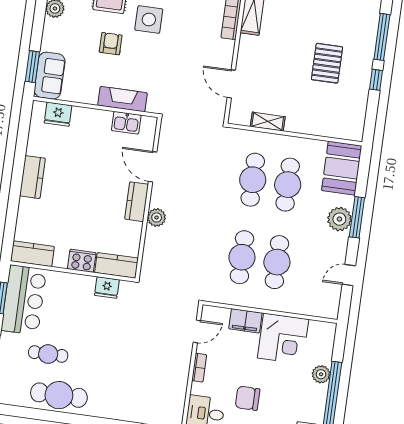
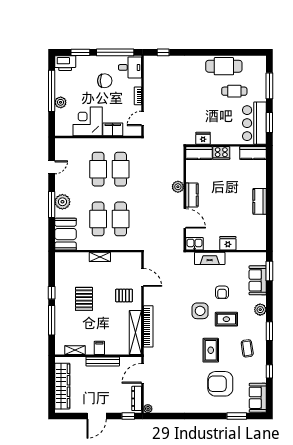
pallet: (264, 60) -> (124, 295), added
sofa: (50, 76) -> (258, 280), moved
fridge: (58, 114) -> (228, 243), moved
shelving: (268, 122) -> (100, 257), moved
kitchen sink: (126, 123) -> (195, 244), moved

